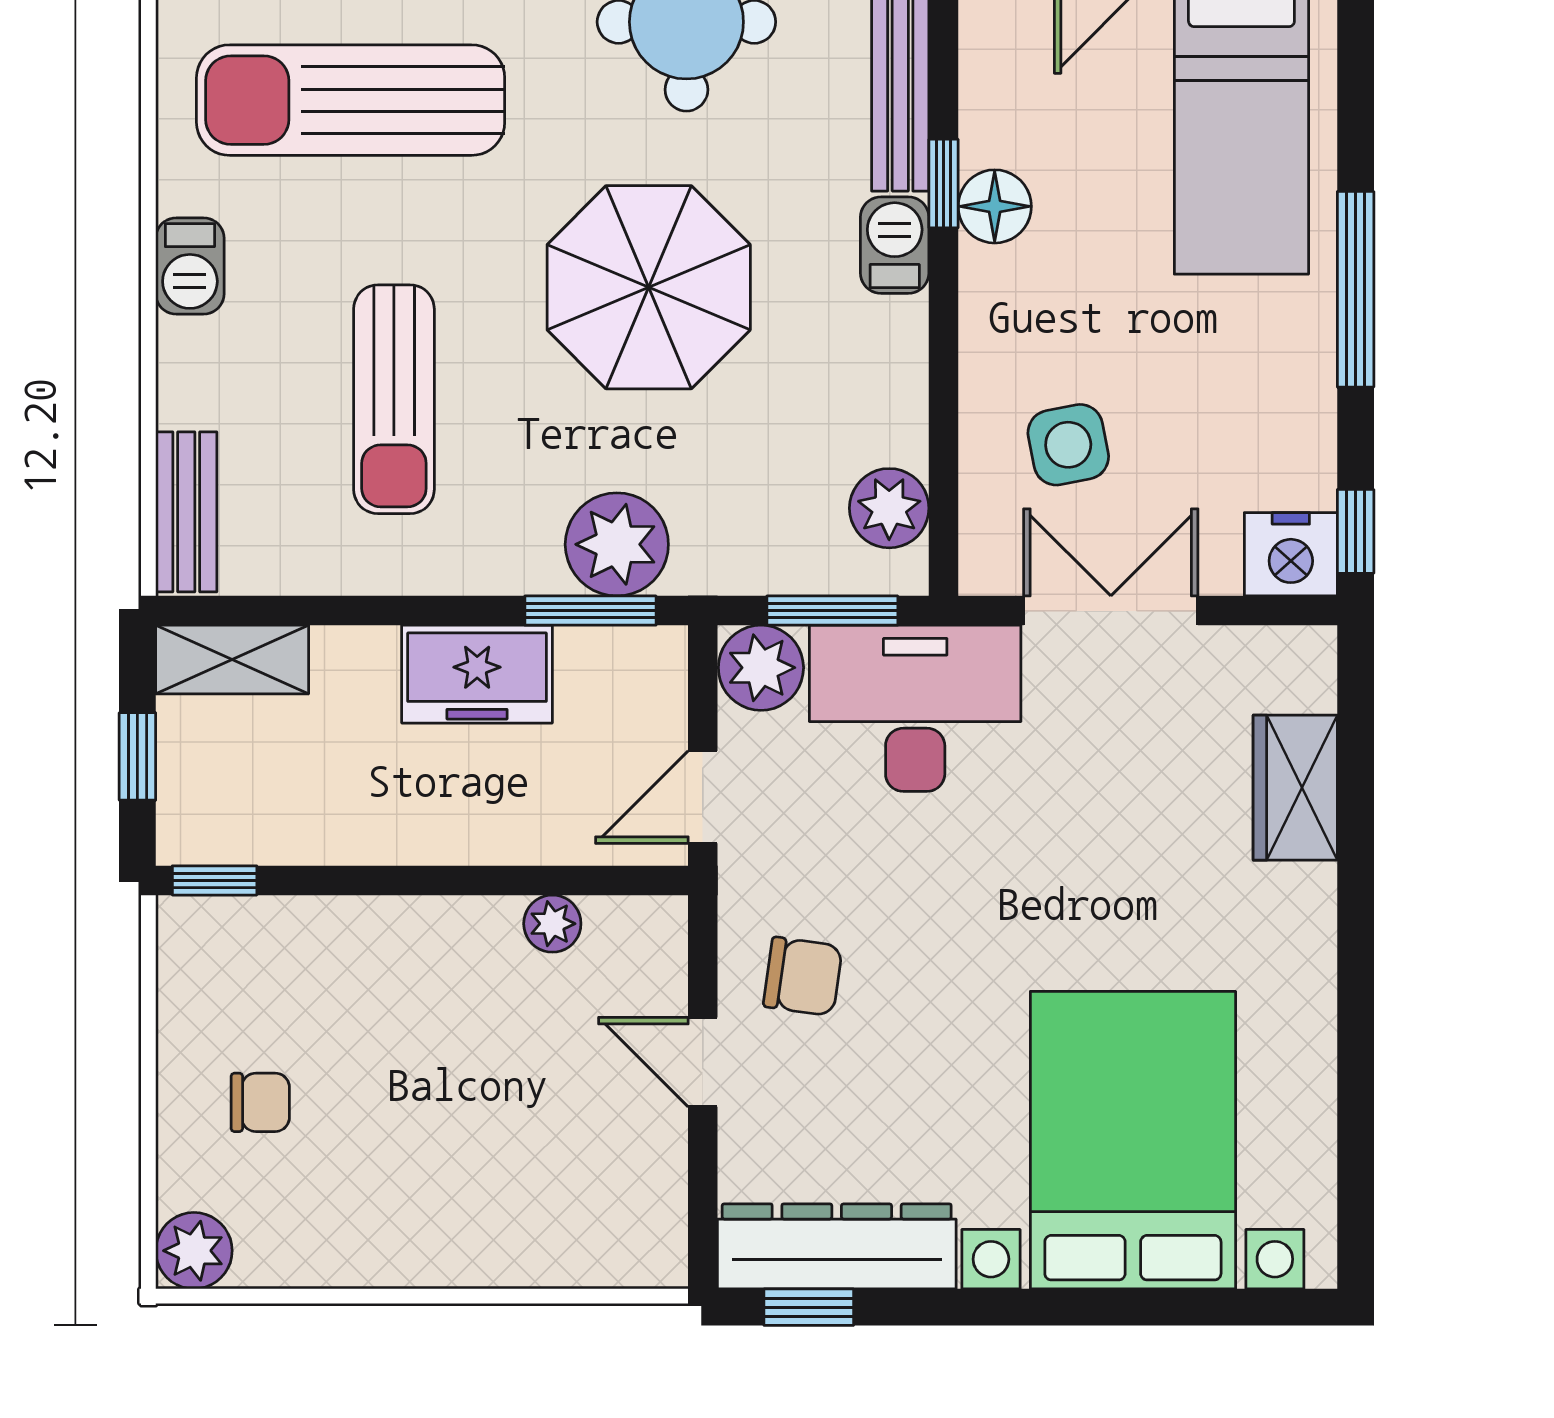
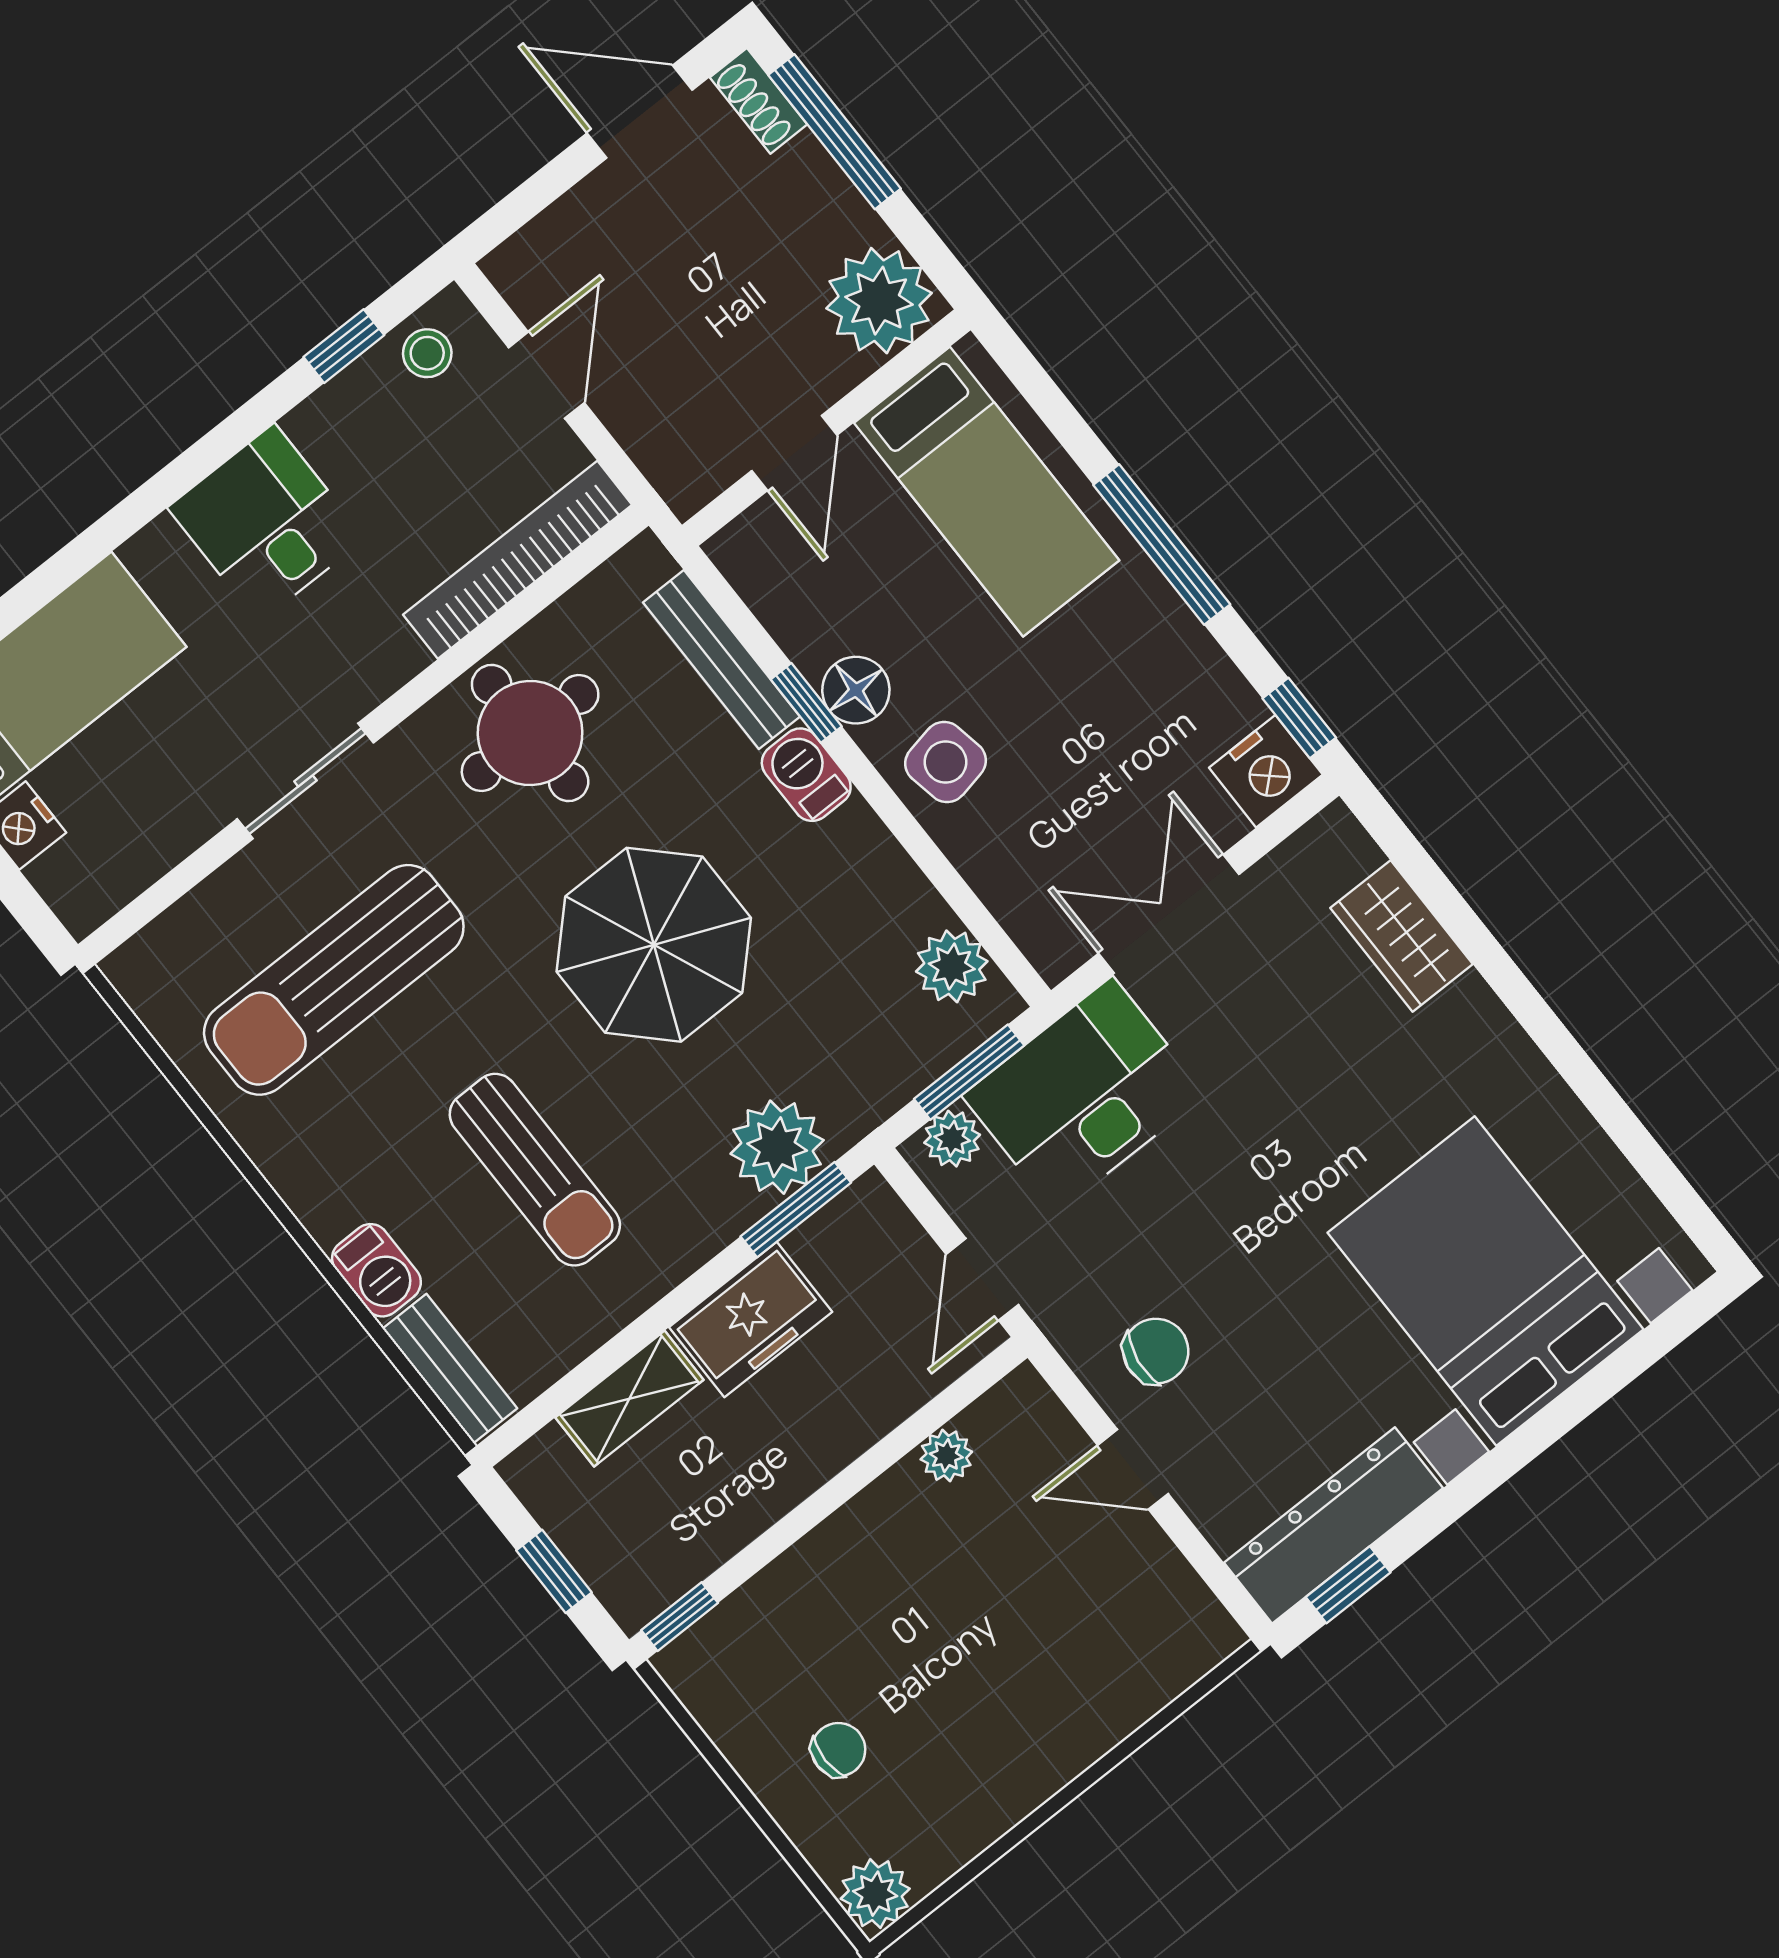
barbecue: (190, 266) -> (376, 1270), moved
side table: (1068, 445) -> (946, 762), moved
shelving: (232, 660) -> (629, 1399), moved
plant: (761, 668) -> (952, 1139), width x0.73, depth x0.73

